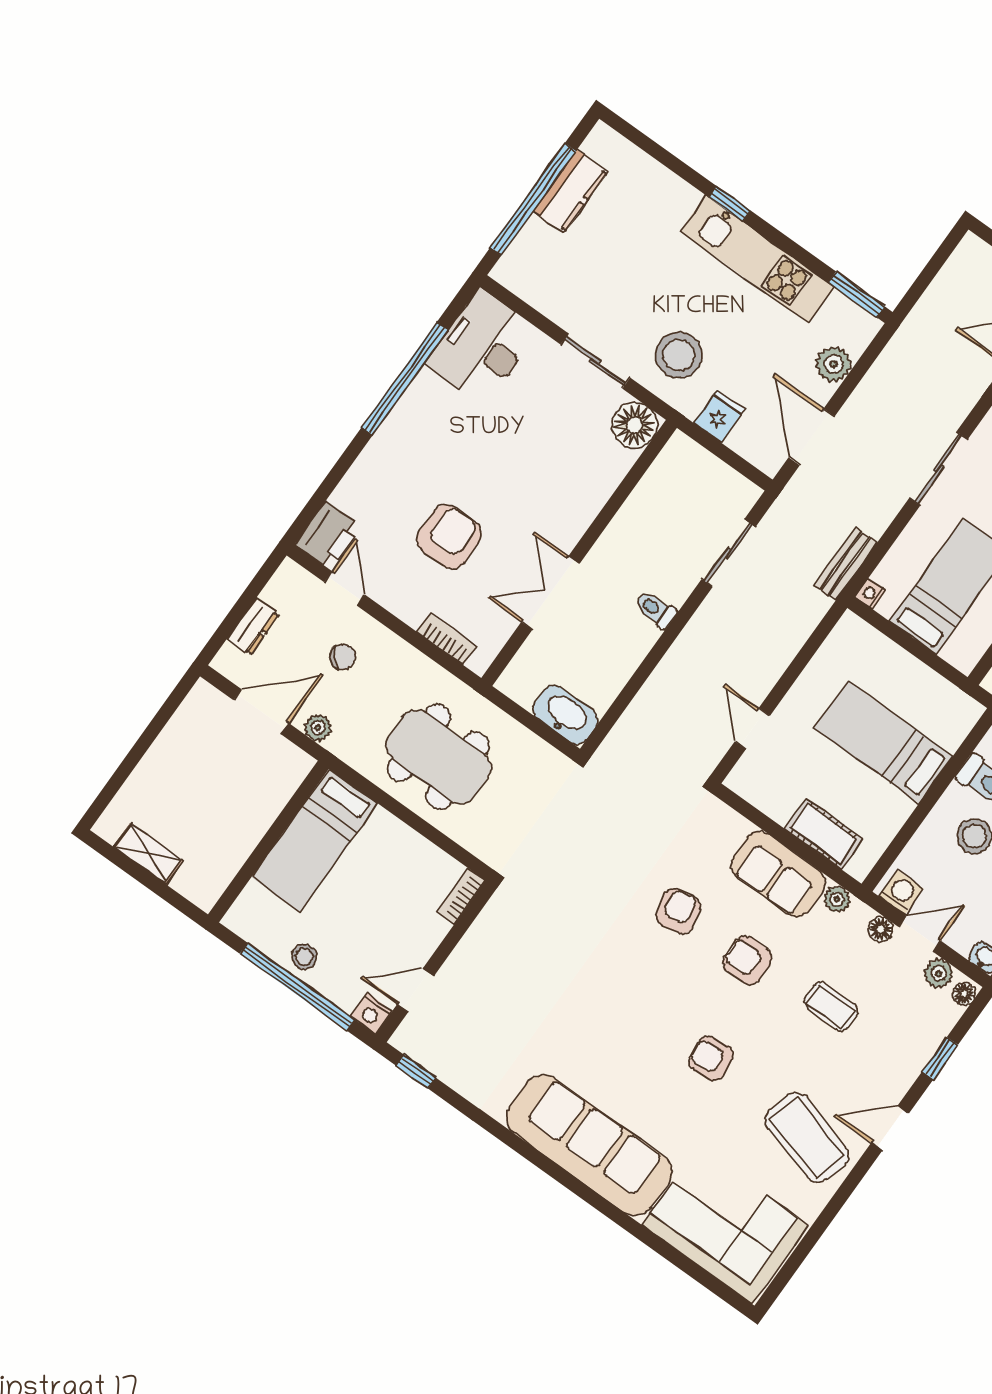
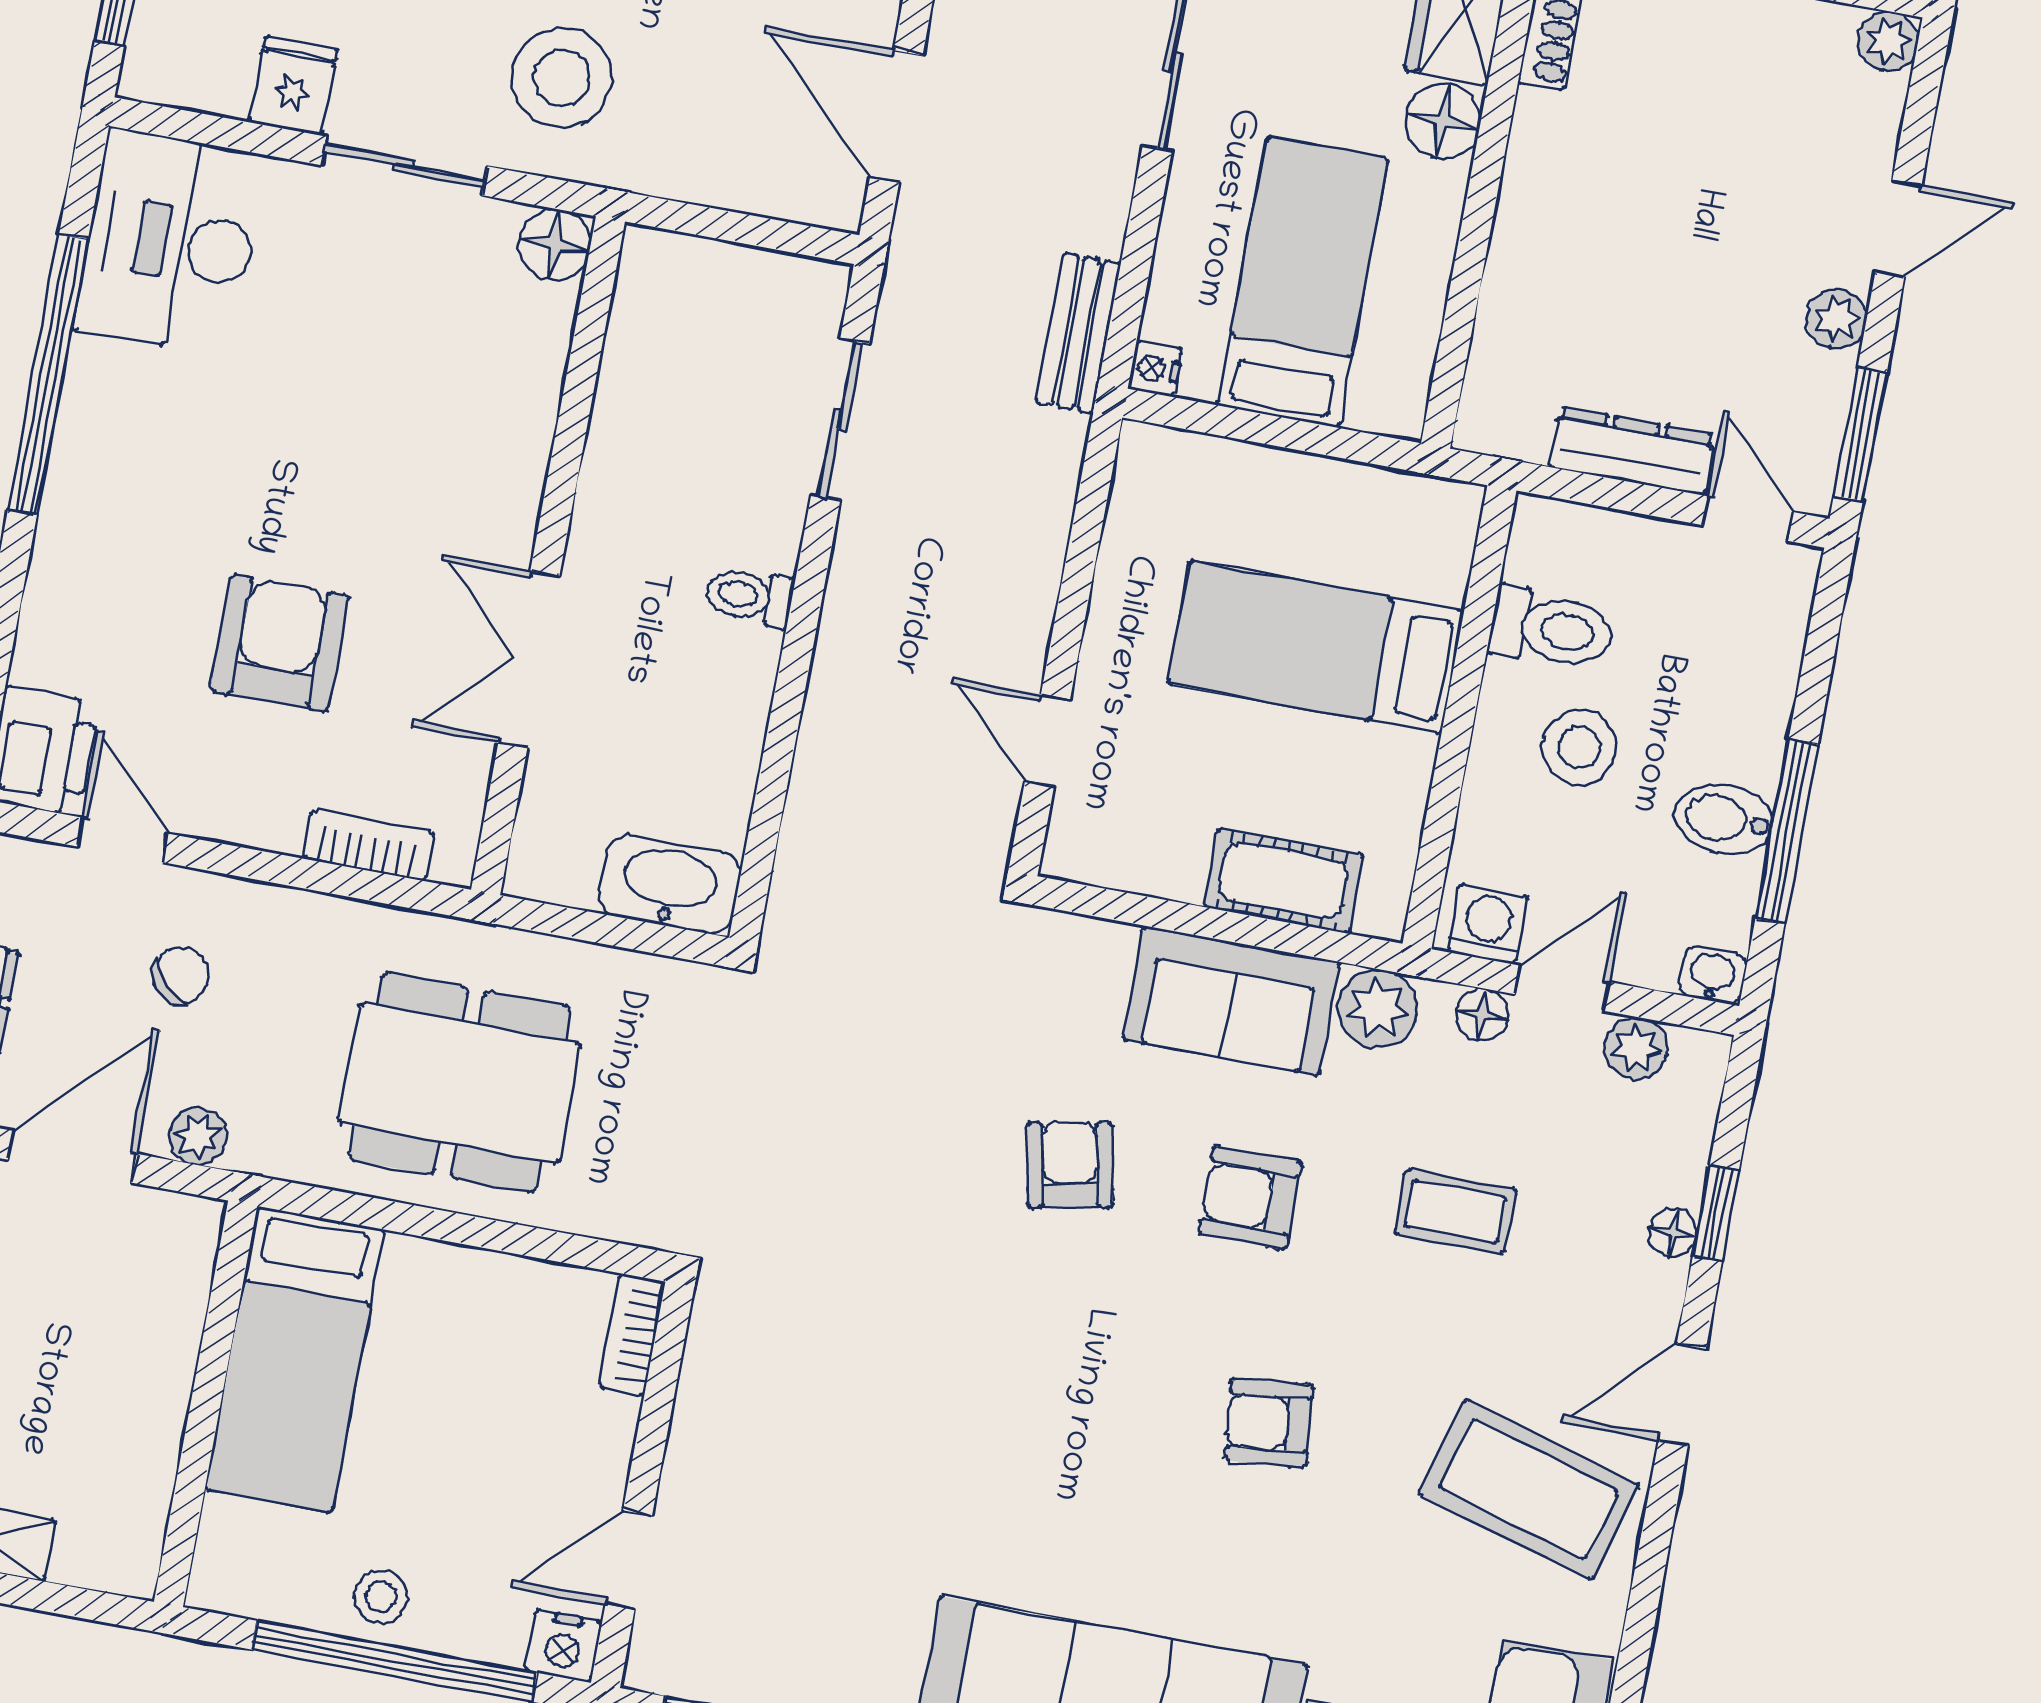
fridge: (719, 416) -> (294, 86), moved
floor lamp: (634, 425) -> (555, 245), width x0.73, depth x0.73
plant: (837, 899) -> (1377, 1009), width x1.38, depth x1.38
floor lamp: (964, 994) -> (1673, 1233), moved

